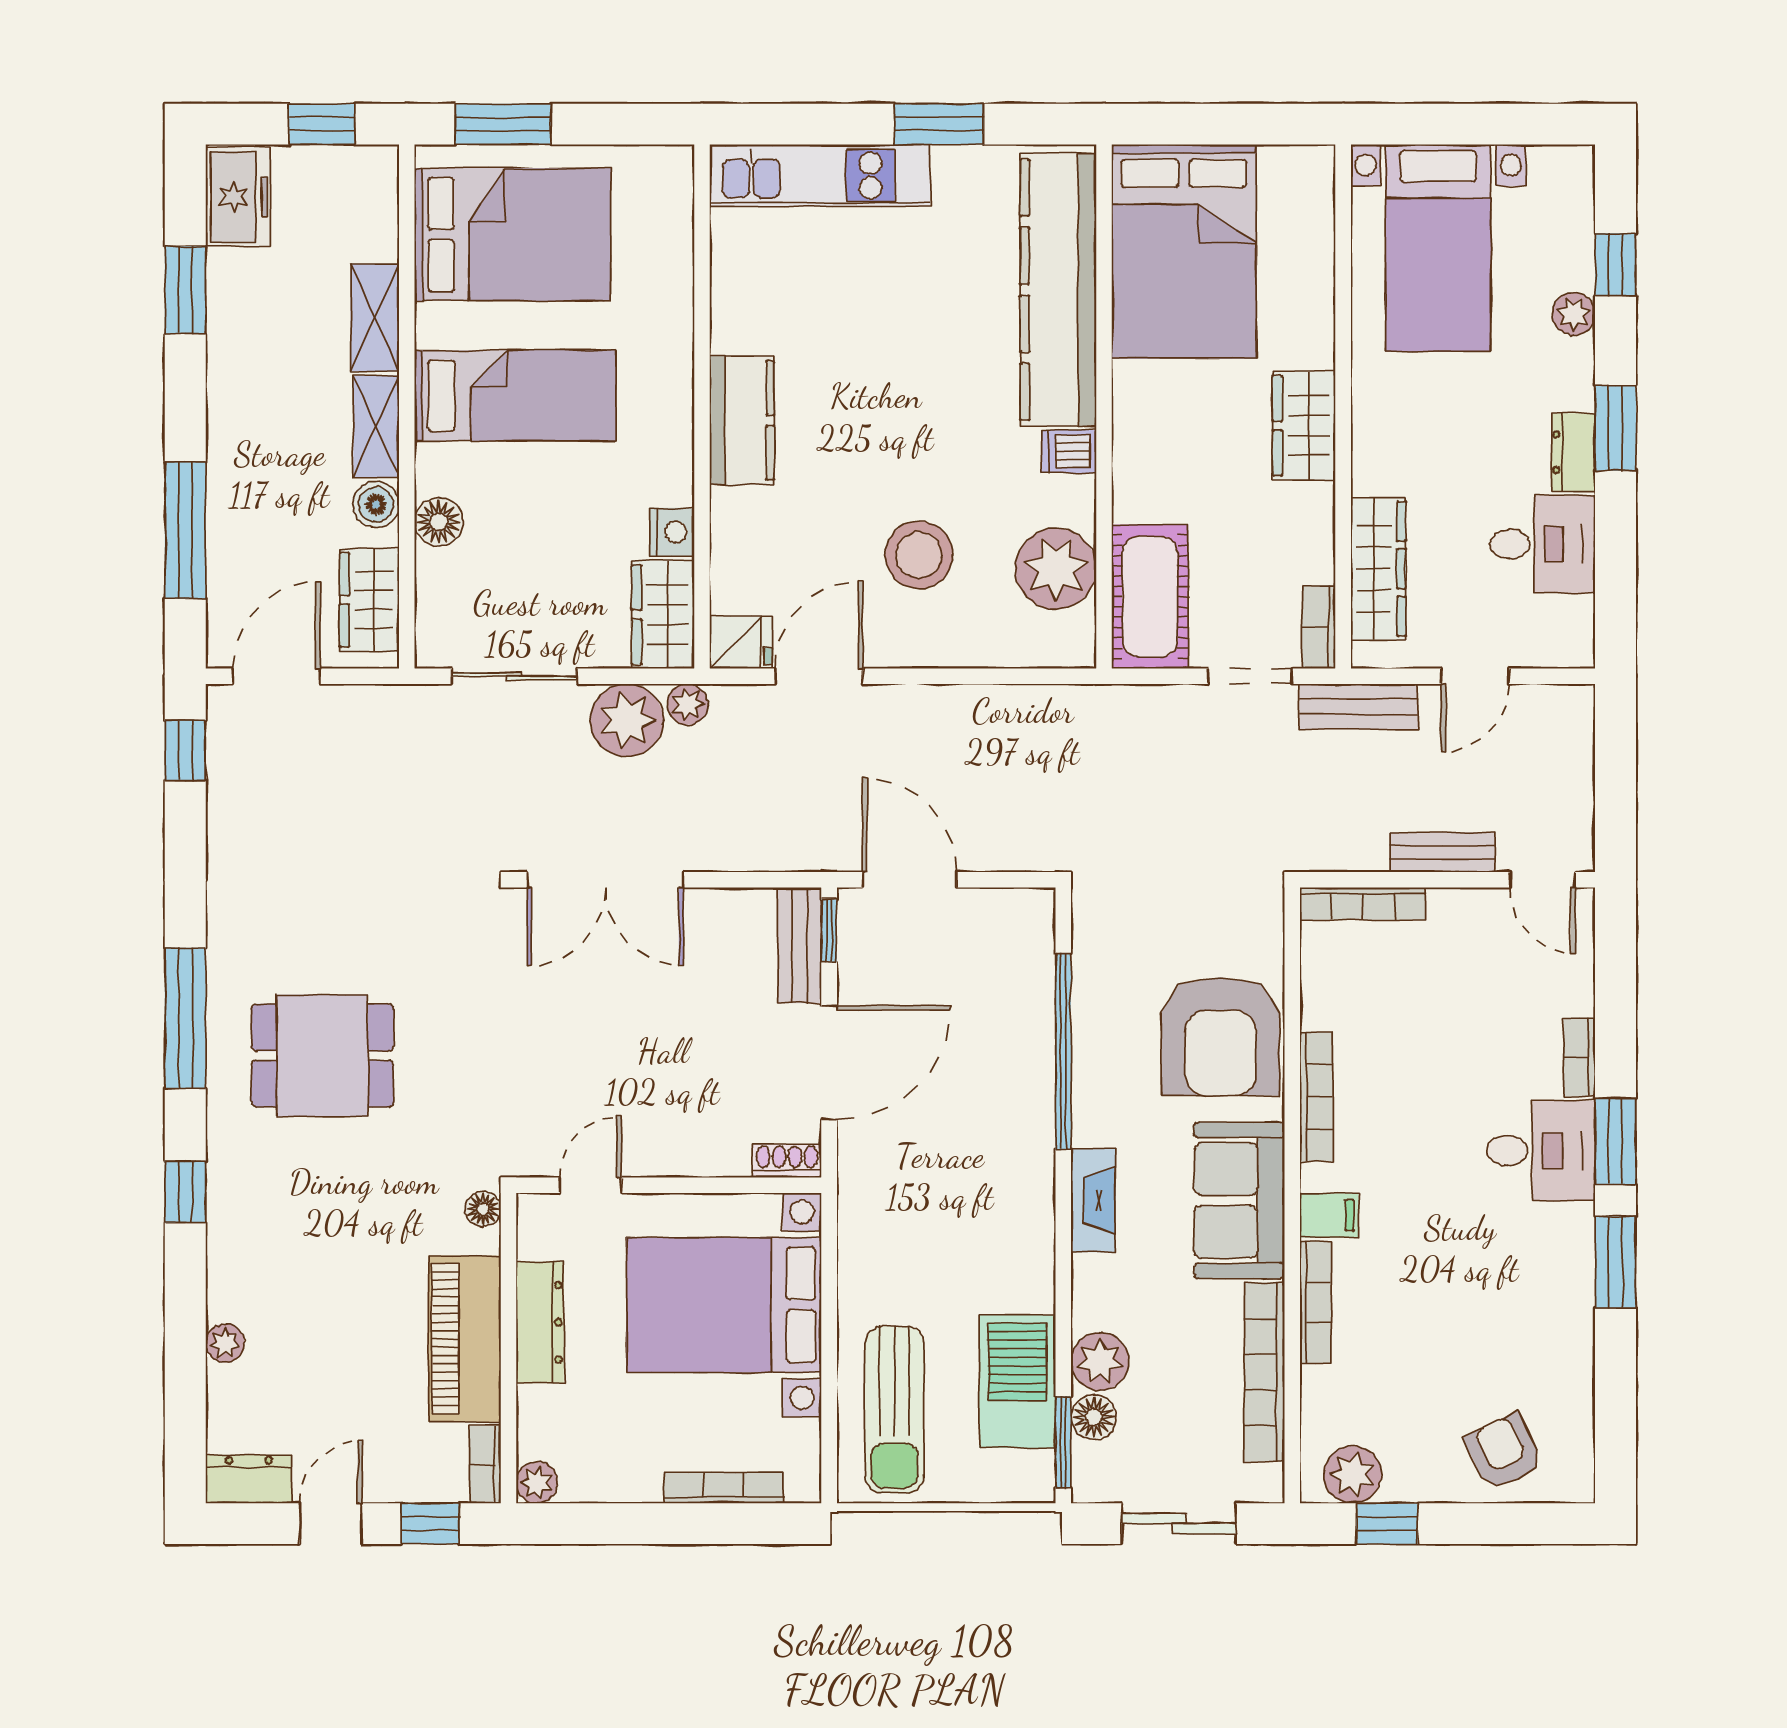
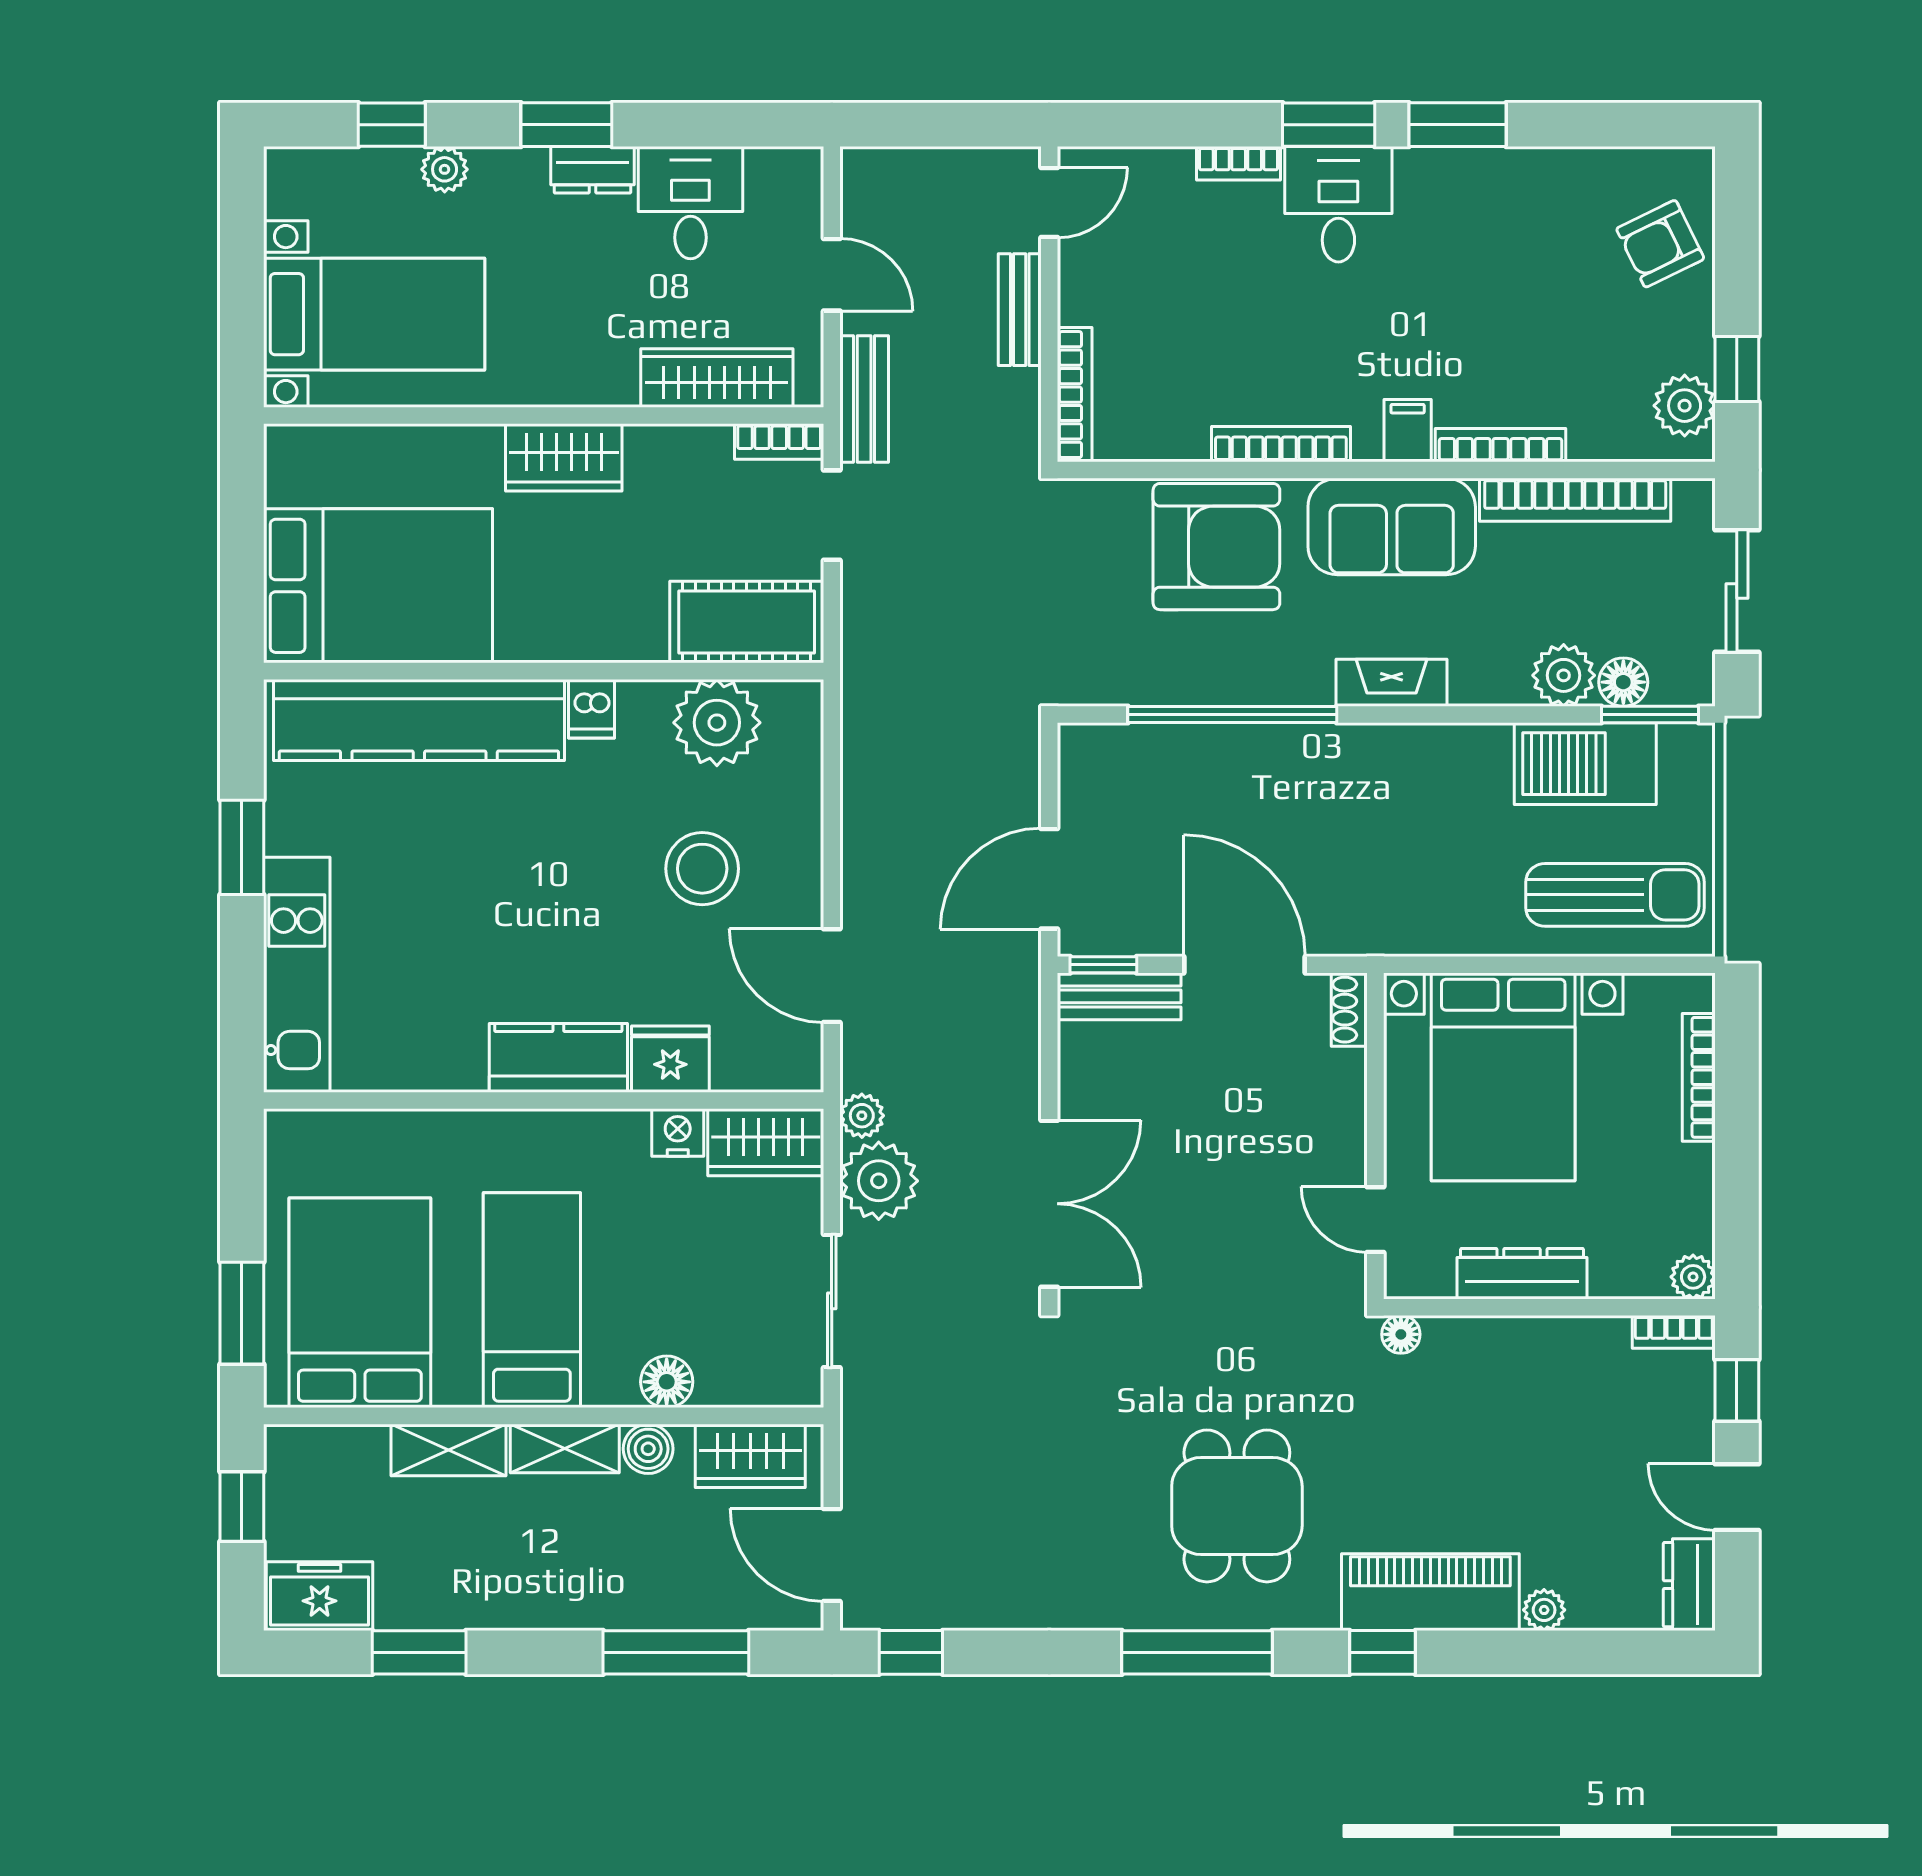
fridge: (741, 643) -> (670, 1059), moved, width x1.38
piano: (465, 1339) -> (1430, 1592), moved, turned 180

